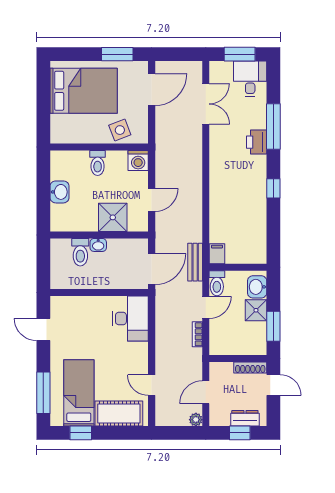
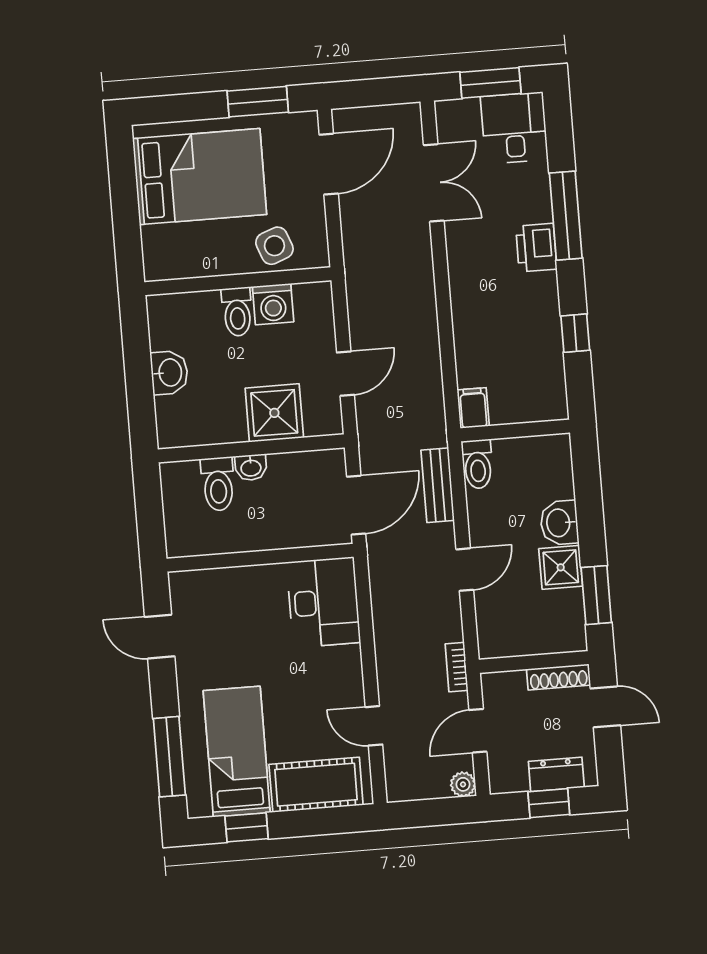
washing machine: (138, 161) -> (273, 304), moved
filing cabinet: (217, 254) -> (473, 408), moved
wall: (238, 267) -> (515, 430), moved
toilet: (217, 283) -> (478, 464), moved
bookcase: (197, 334) -> (457, 667), moved

